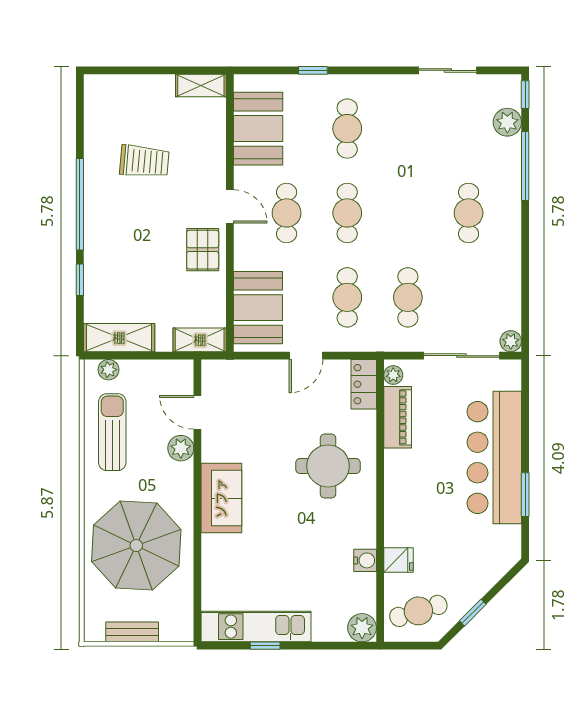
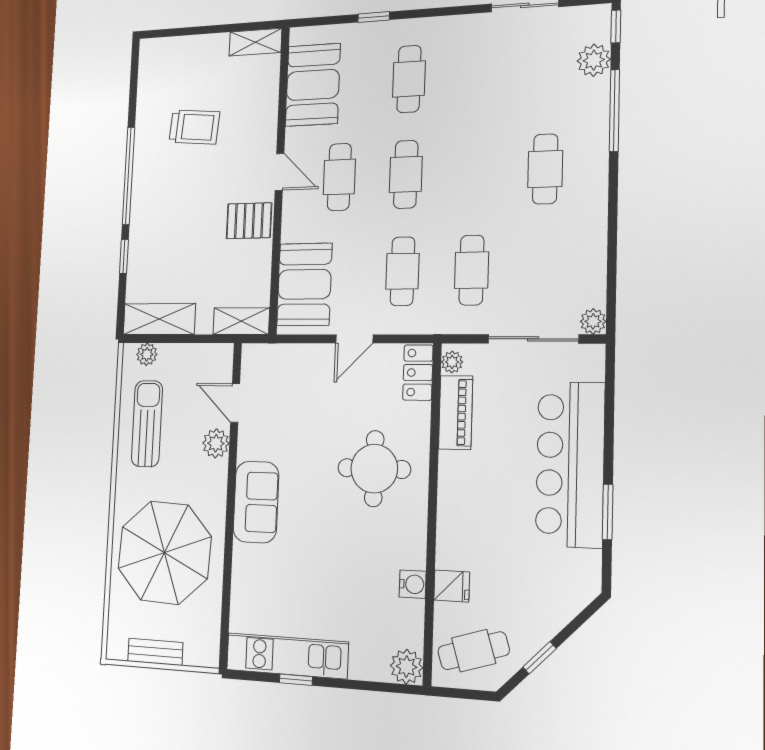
pallet: (203, 250) -> (249, 221), turned 90

